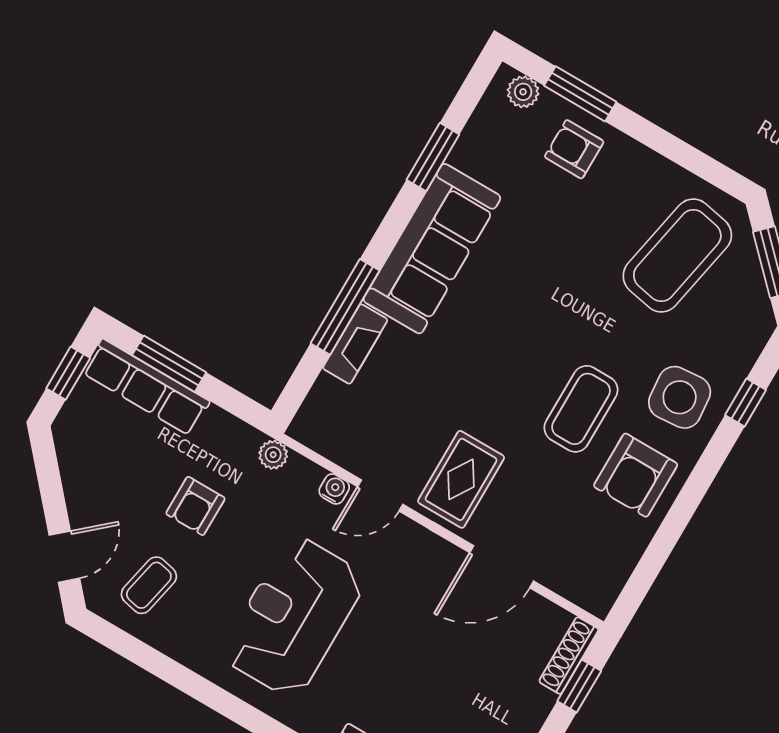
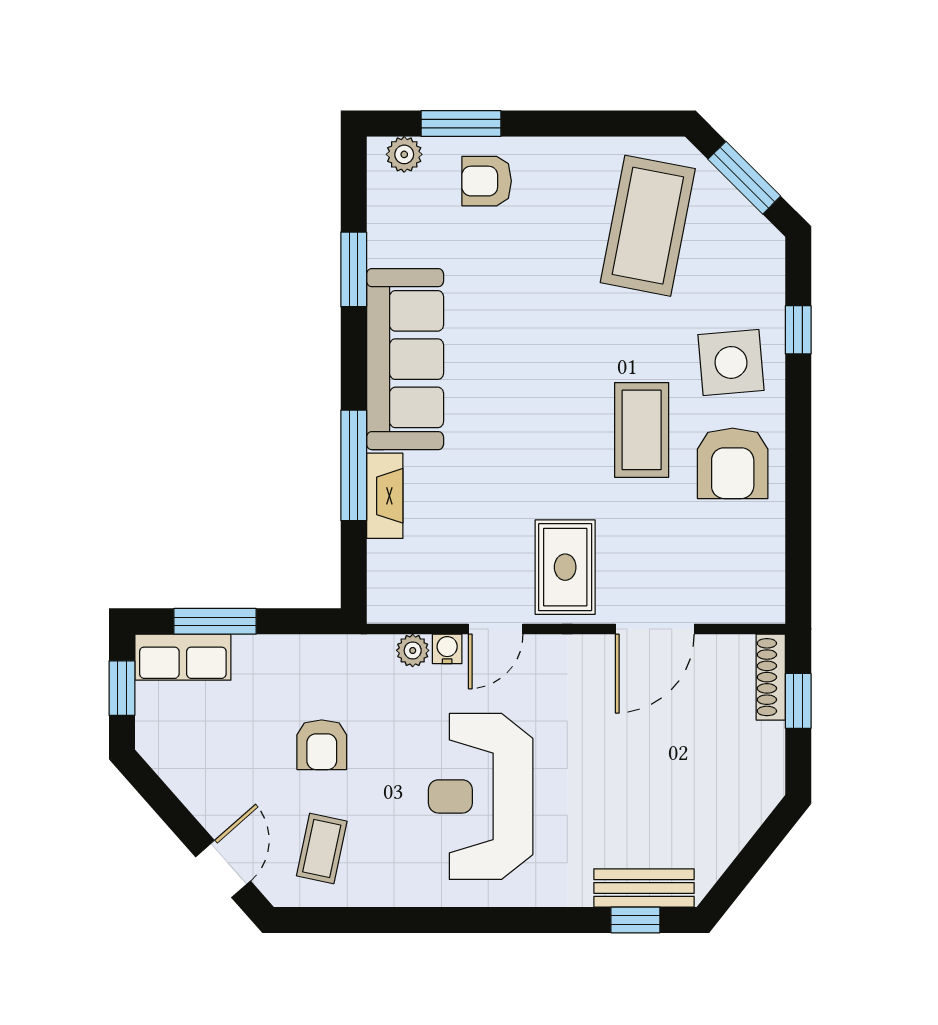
row of seats: (146, 387) -> (183, 657), width x0.68
plant: (273, 455) -> (413, 650), moved

